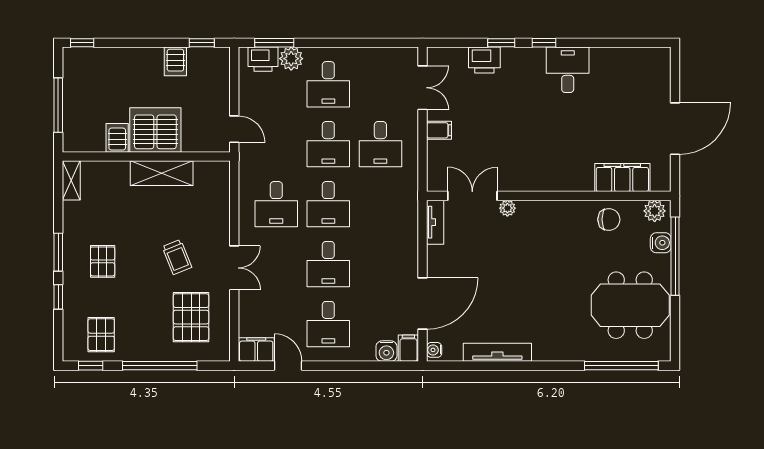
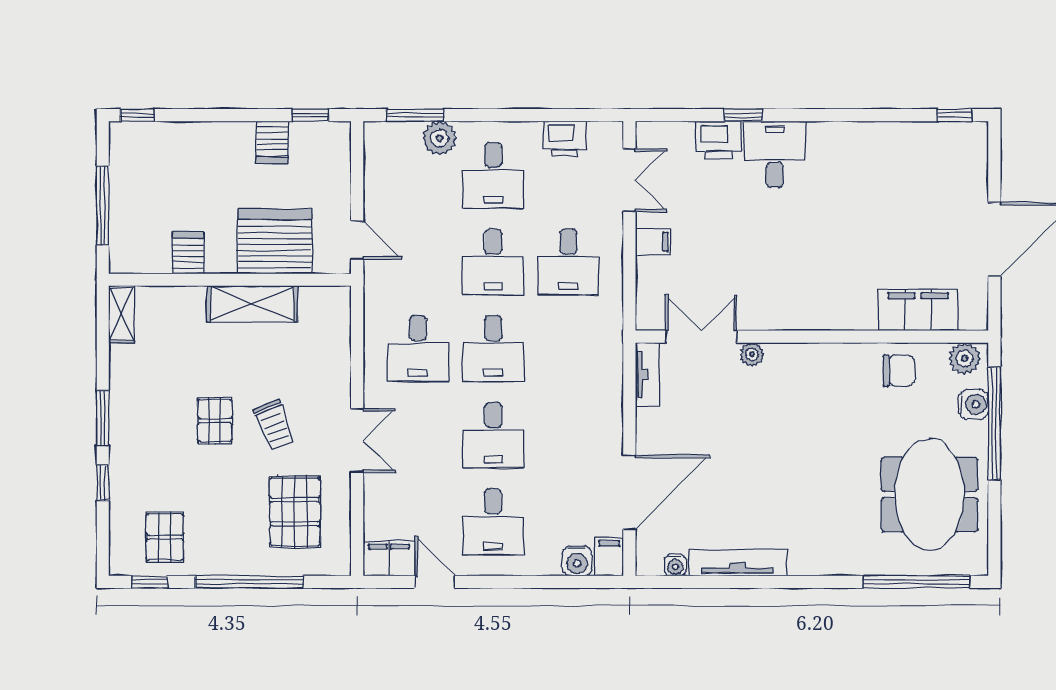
window: (544, 43) -> (955, 115), moved
printer: (263, 59) -> (565, 139), moved
desk: (568, 70) -> (775, 154), moved
server rack: (155, 130) -> (275, 241), moved
pallet: (103, 261) -> (215, 421), moved
meeting table: (630, 305) -> (929, 495), turned 90
water cooler: (434, 350) -> (675, 565), moved, turned -90

